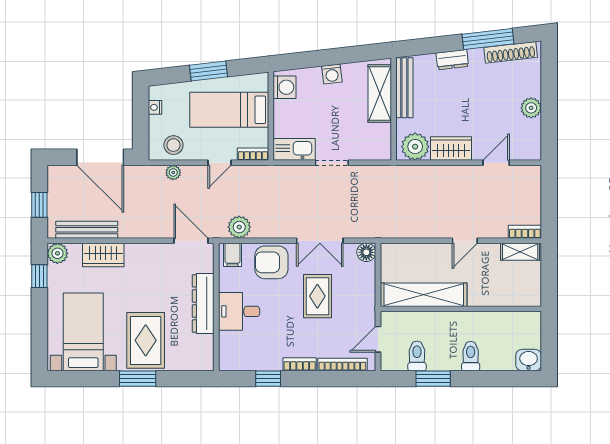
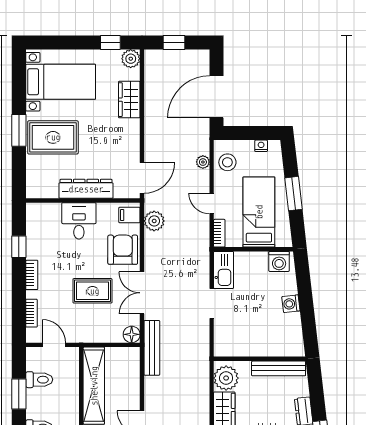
shelving: (380, 93) -> (273, 346), removed
bench: (87, 230) -> (152, 348), moved
bookcase: (342, 365) -> (31, 313), width x0.64

